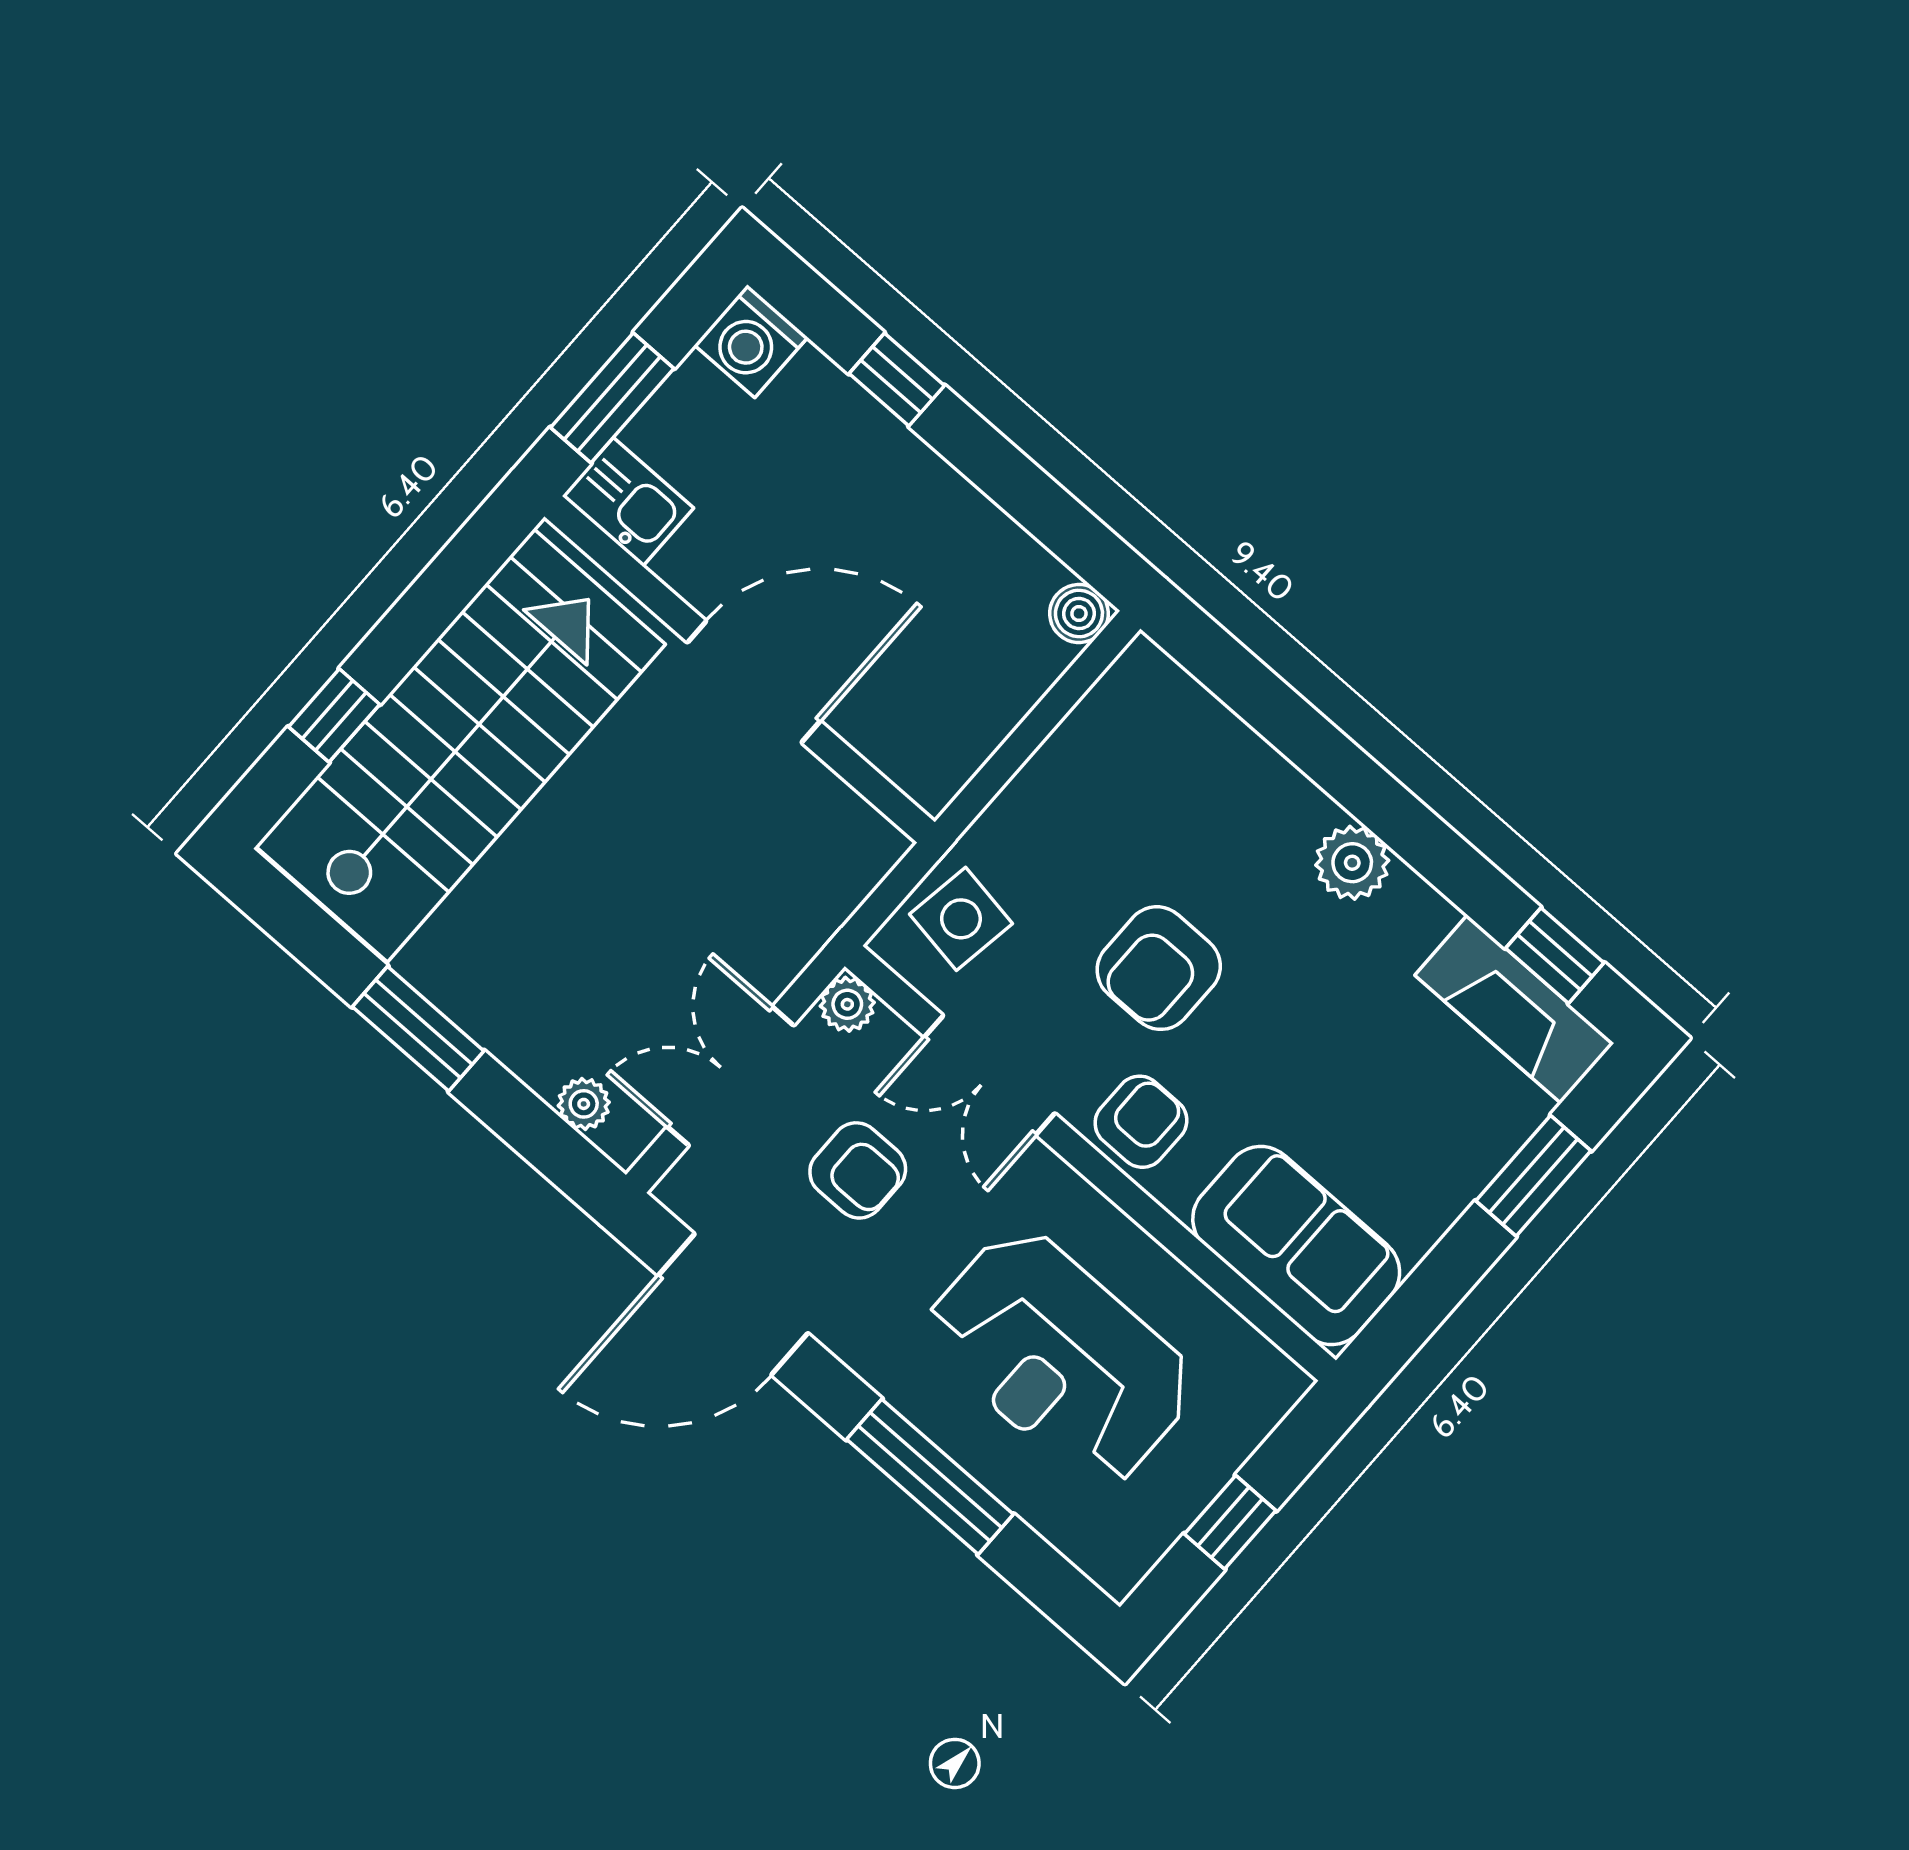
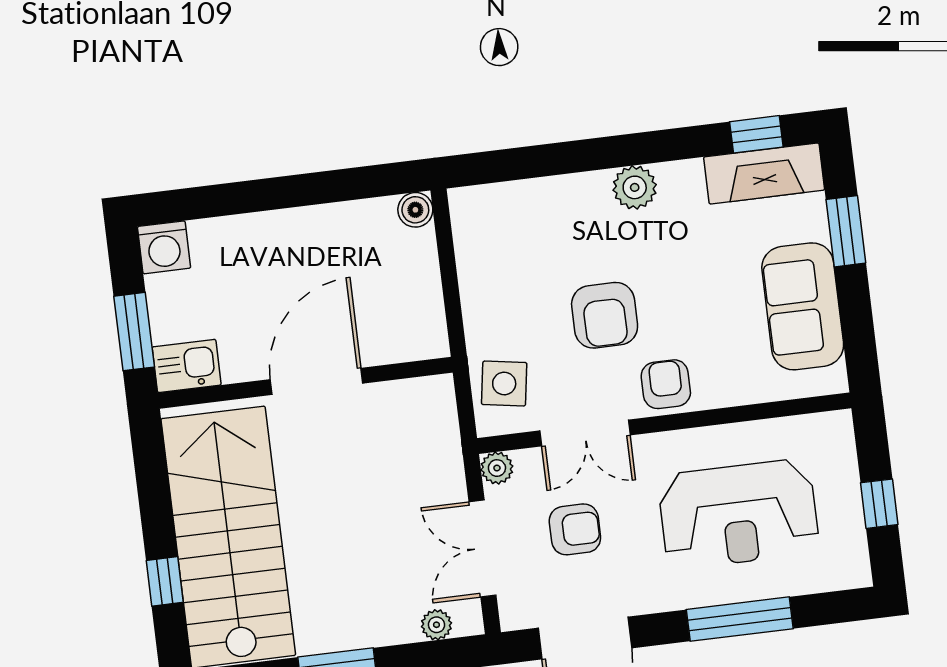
window: (897, 380) -> (239, 198), removed
sofa: (1296, 1245) -> (803, 306), moved, turned -90

